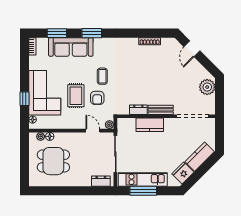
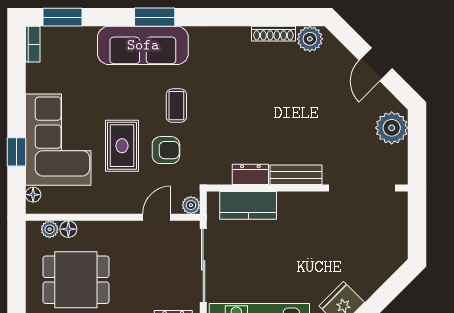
window: (57, 33) -> (62, 17), moved
plant: (167, 44) -> (310, 39), added
sofa: (71, 47) -> (143, 45), moved
door: (192, 49) -> (376, 64), moved
armchair: (97, 98) -> (166, 150), turned -90
kitchen counter: (150, 125) -> (248, 205), moved
door: (93, 131) -> (157, 217), hinge flipped
kitchen counter: (200, 157) -> (376, 271), removed

